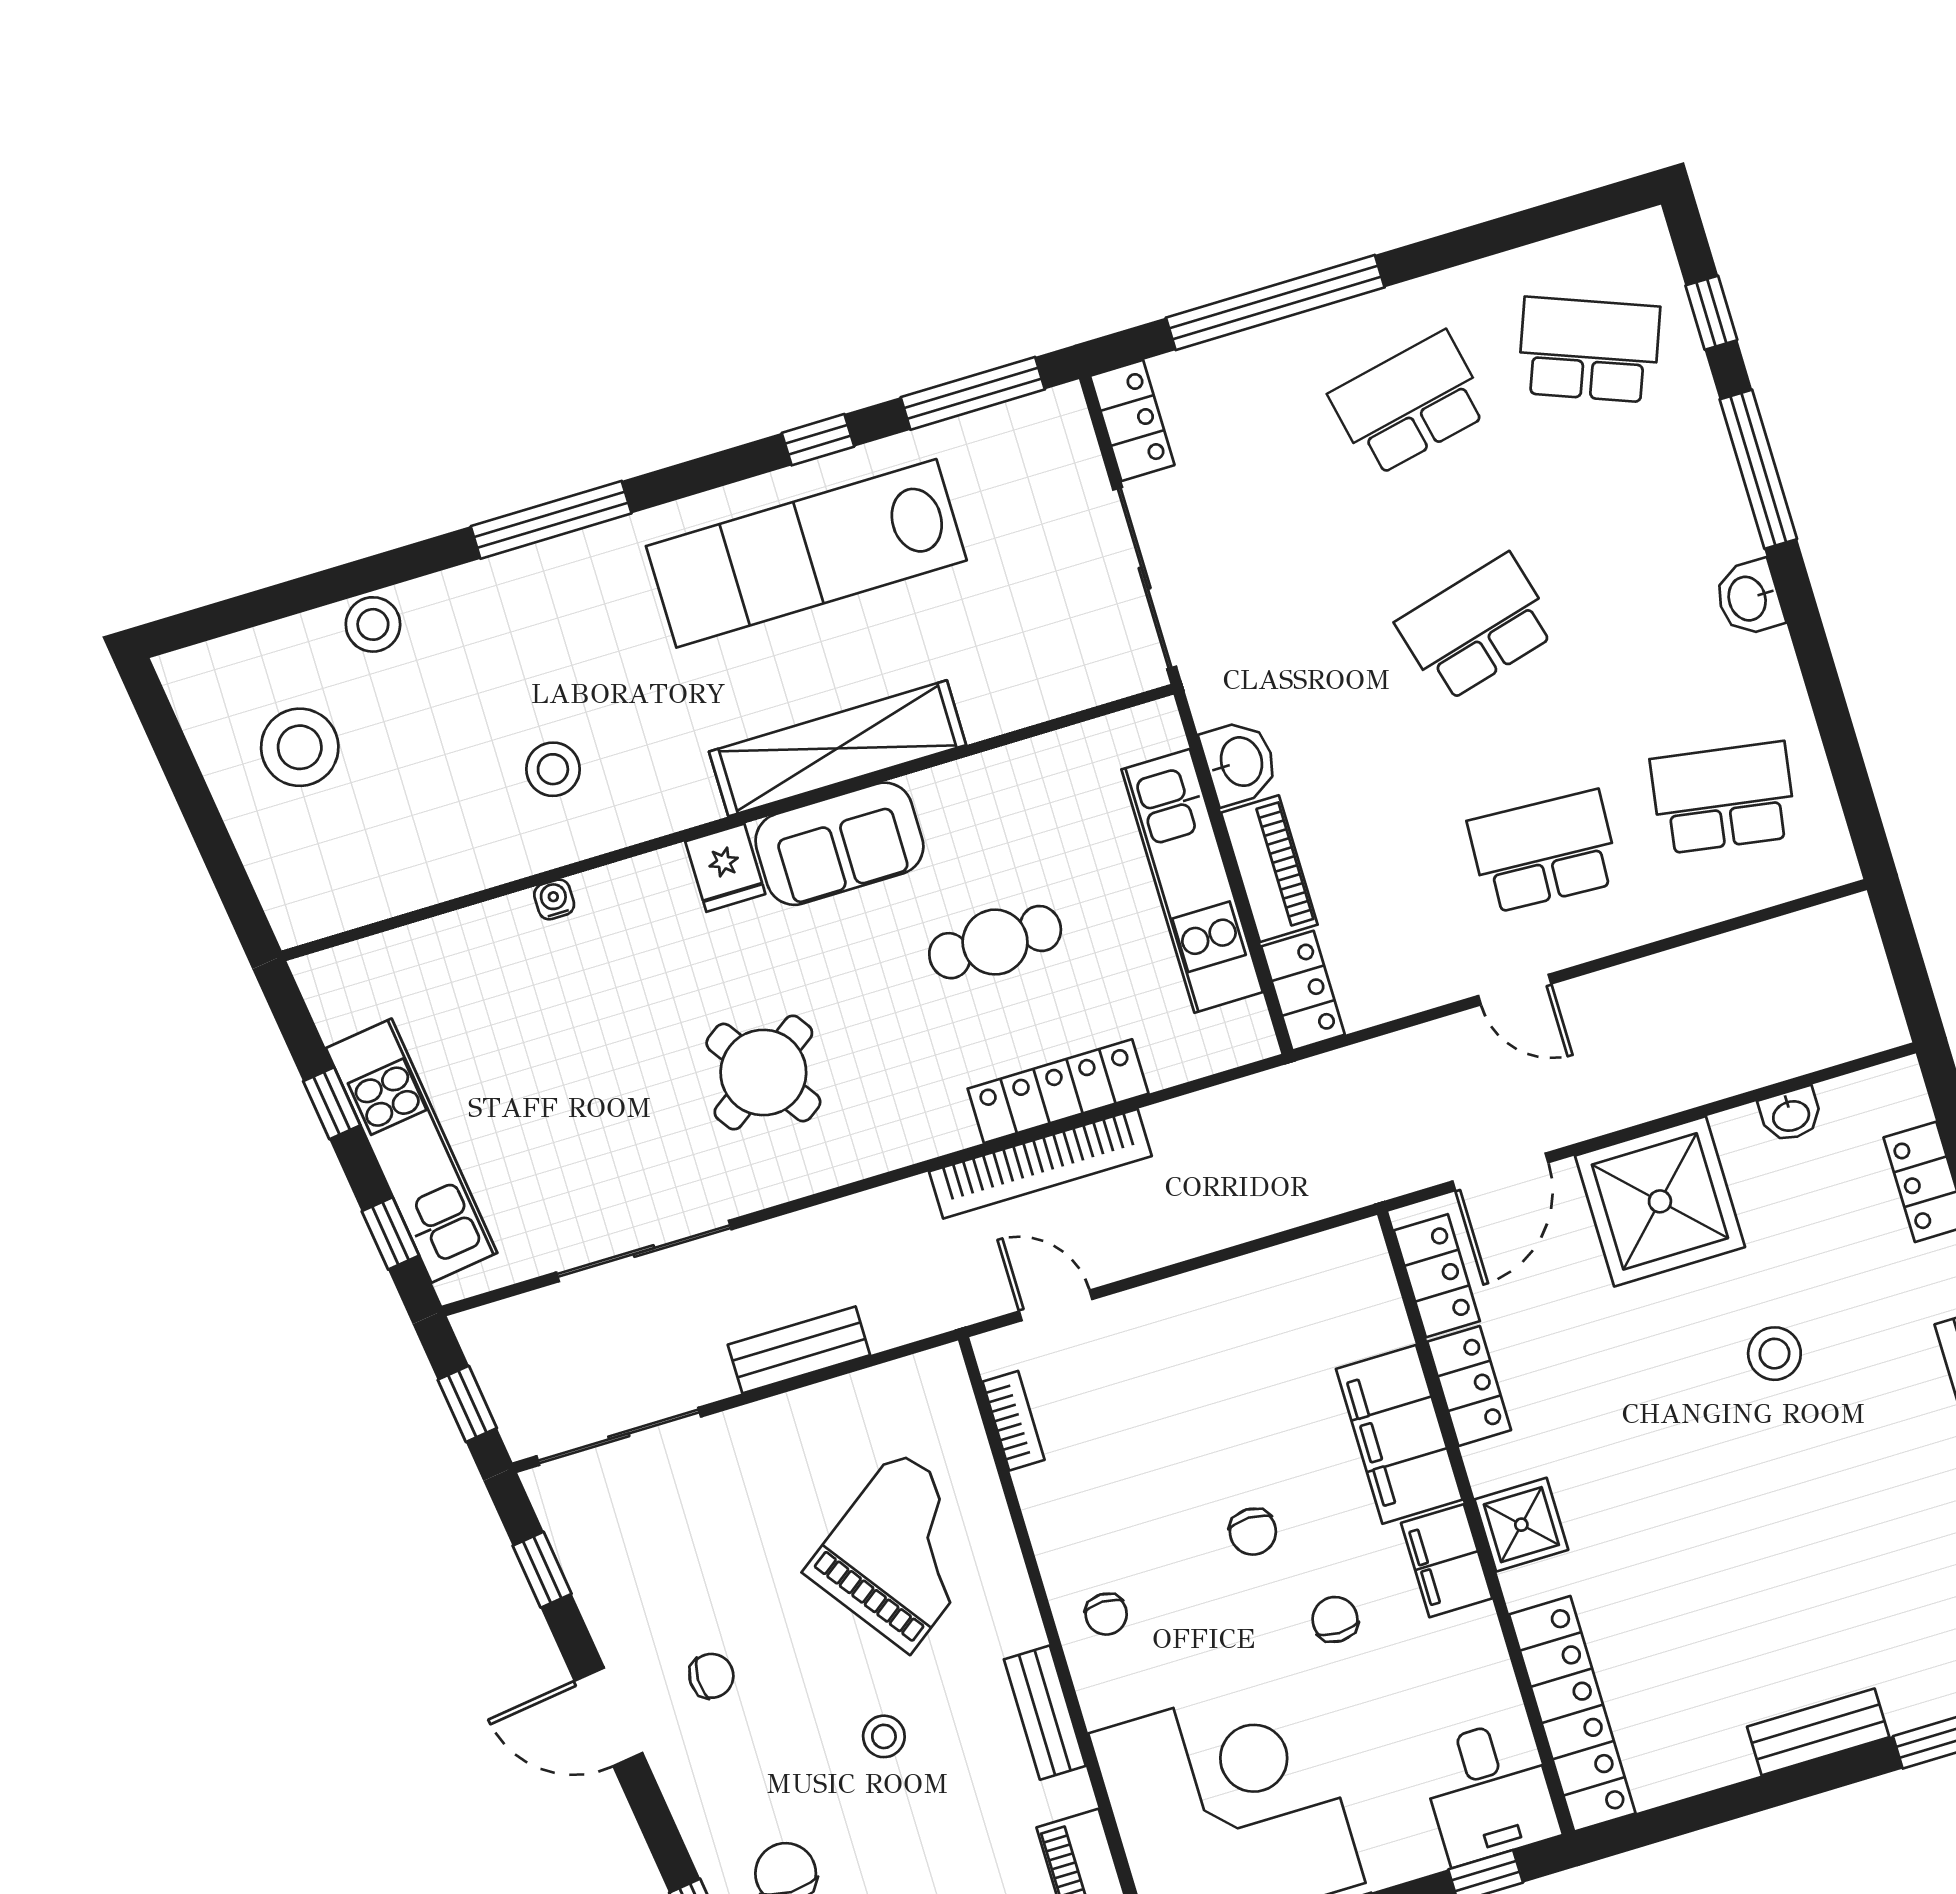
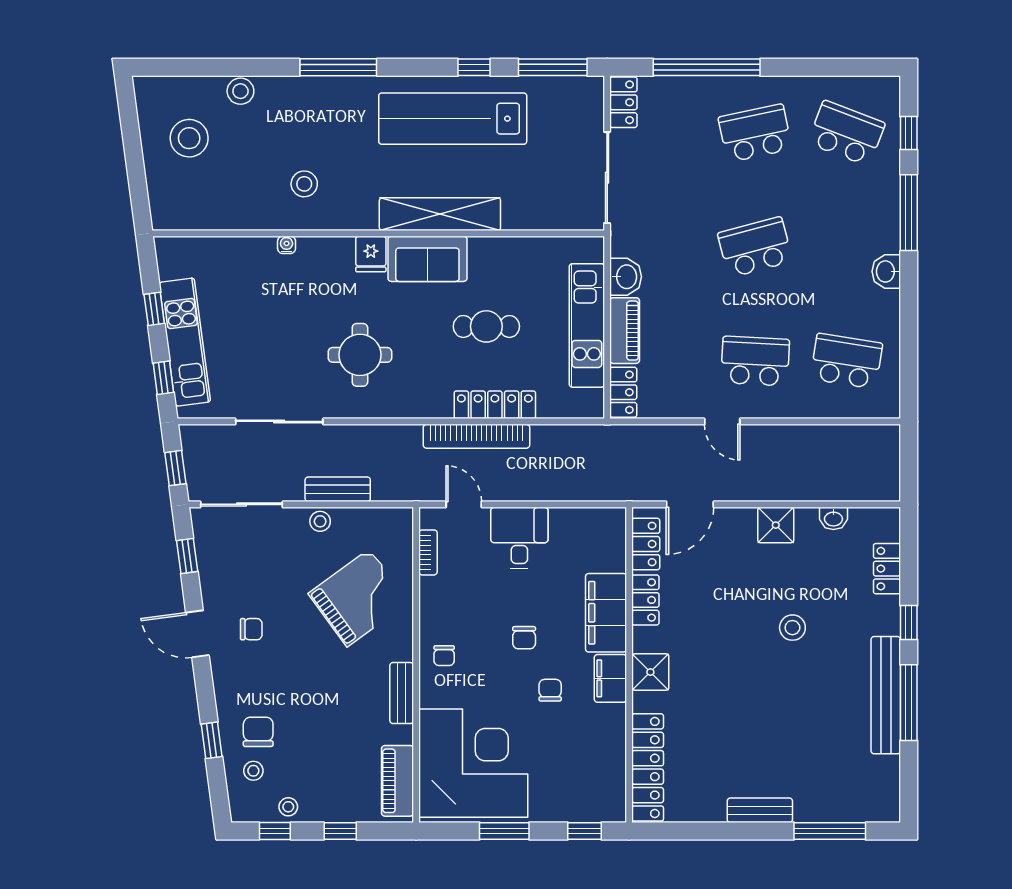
round table: (763, 1073) -> (360, 355), turned 35
shower: (1660, 1201) -> (776, 525), width x0.54, depth x0.54
stool: (884, 1736) -> (320, 521), moved
desk: (1489, 1791) -> (519, 538), moved, turned 180

